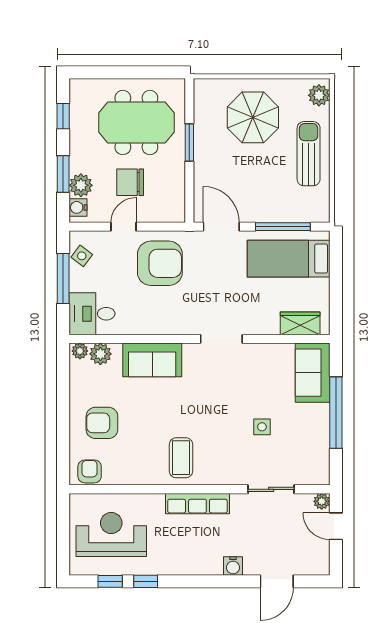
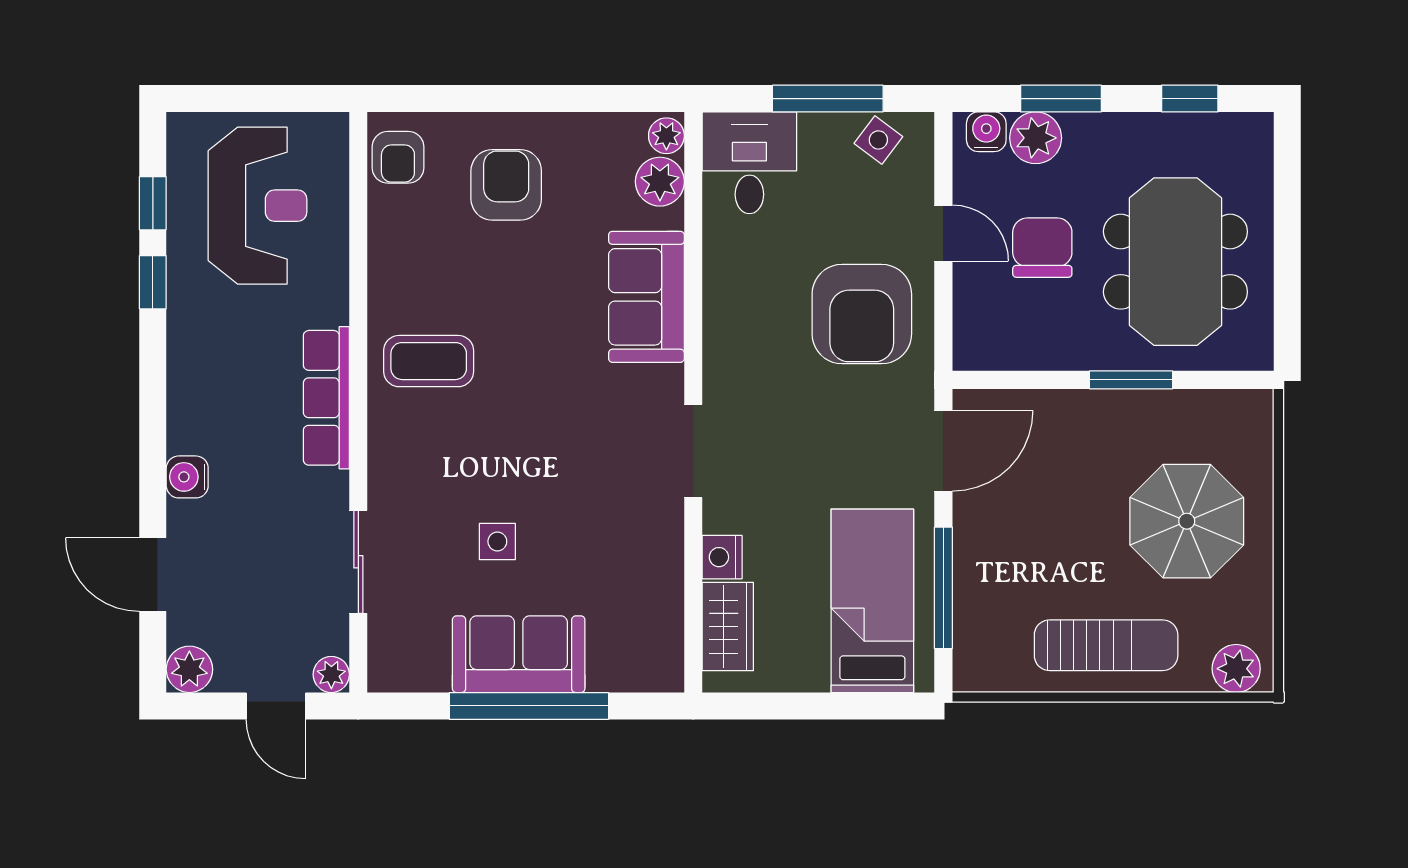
nightstand: (269, 326) -> (722, 557), added
sofa: (313, 373) -> (519, 654), moved
armchair: (90, 471) -> (398, 157), turned 90
door: (336, 526) -> (276, 706), swing flipped
plant: (319, 565) -> (189, 669), added

